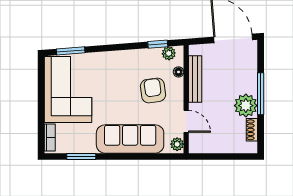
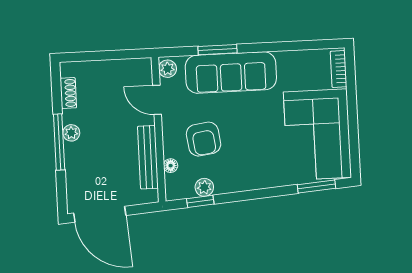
plant: (169, 53) -> (204, 187), moved
plant: (246, 106) -> (71, 133), width x0.53, depth x0.53
window: (81, 156) -> (218, 50), moved

